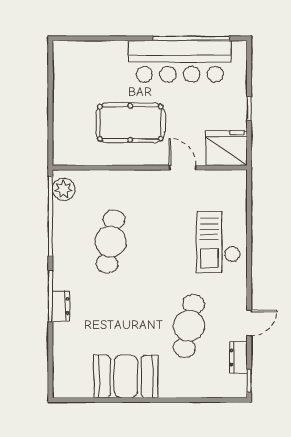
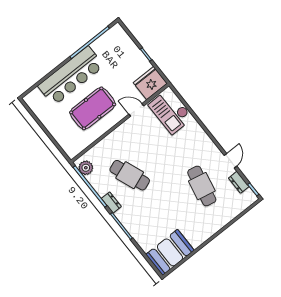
bar counter: (180, 61) -> (71, 76), moved
cafe table: (111, 242) -> (130, 175), turned -30
checkout: (218, 242) -> (171, 111), moved
dresser: (61, 306) -> (111, 203), moved
booth: (126, 376) -> (170, 252), moved

